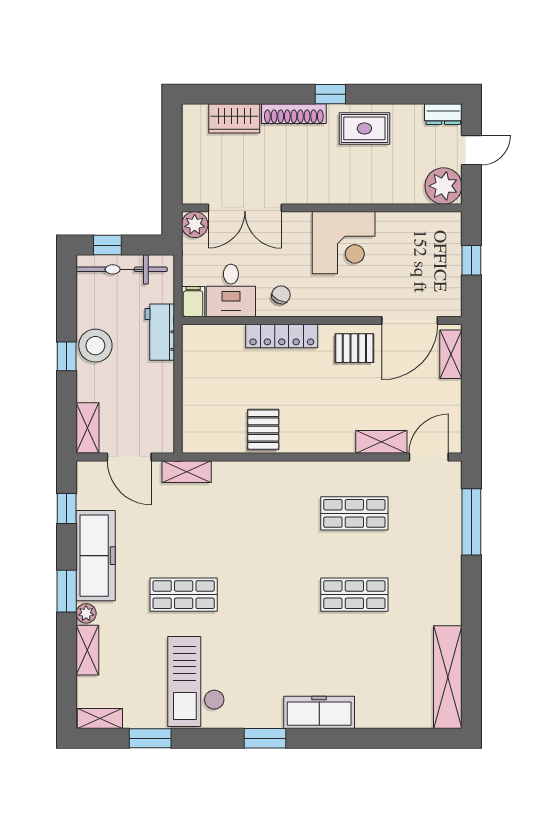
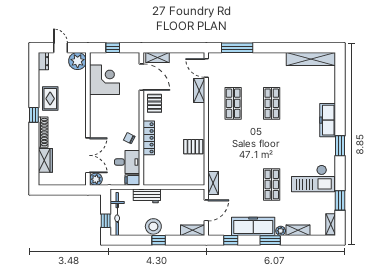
corner desk: (344, 243) -> (104, 80), moved

